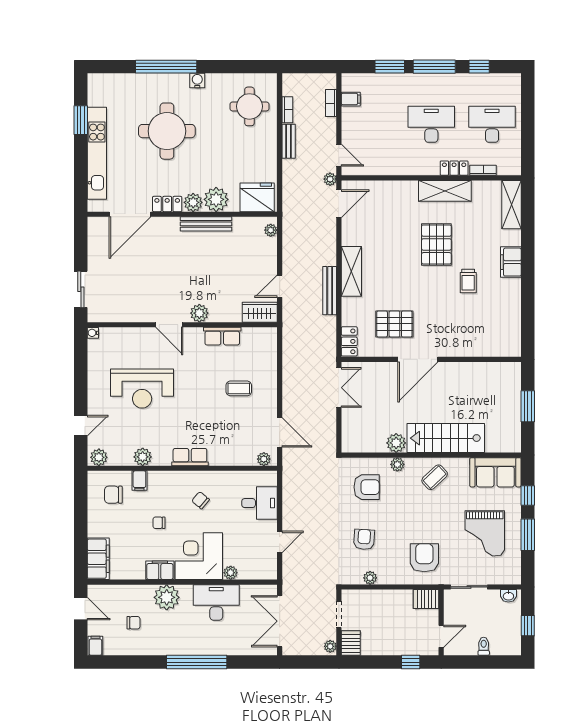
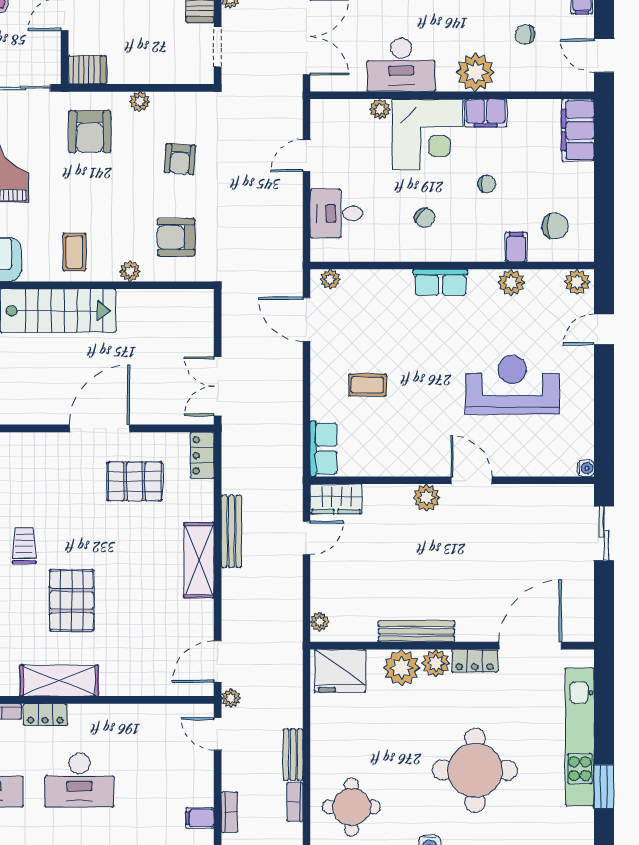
row of seats: (222, 336) -> (324, 449), moved, turned 90
plant: (396, 443) -> (132, 303), removed
coffee table: (435, 477) -> (74, 252), turned -47
plant: (370, 578) -> (140, 102), moved

